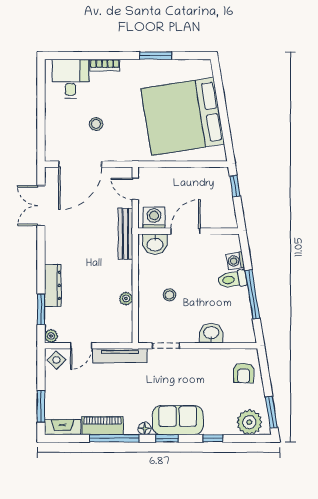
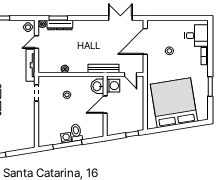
door: (80, 164) -> (145, 41), hinge flipped
door: (135, 189) -> (131, 74), swing flipped
door: (186, 231) -> (105, 105), swing flipped
washing machine: (235, 261) -> (66, 138), moved
dresser: (53, 285) -> (60, 25), moved
washbasin: (211, 333) -> (44, 120), removed
door: (81, 346) -> (36, 42), hinge flipped
armchair: (244, 373) -> (20, 139), removed

